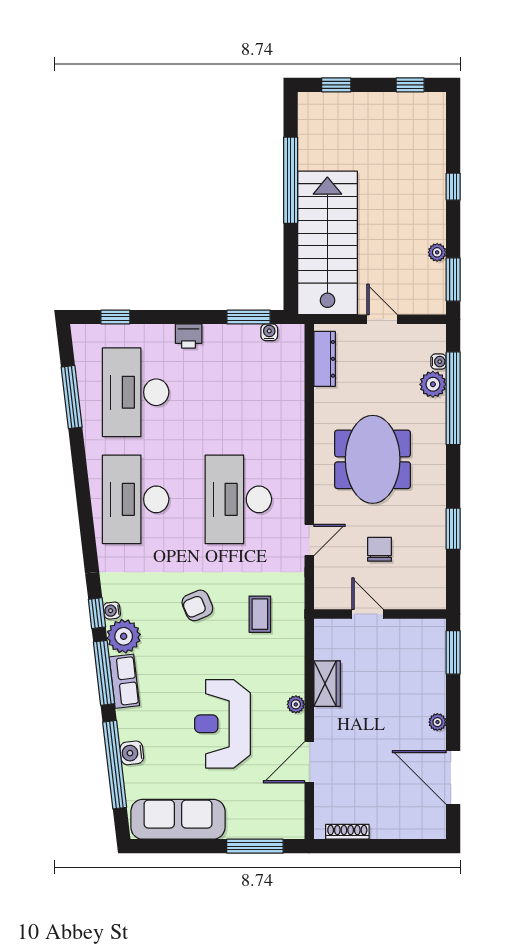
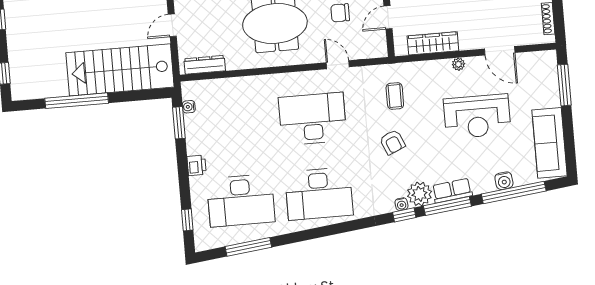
desk: (238, 499) -> (313, 119), turned 180
coffee table: (260, 614) -> (395, 96), turned 90
wardrobe: (327, 684) -> (433, 43), width x1.50

